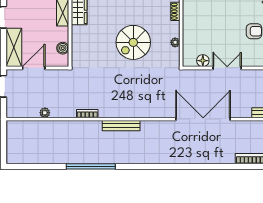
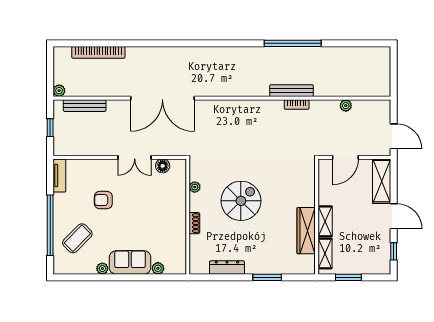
spiral stairs: (133, 42) -> (241, 201), moved
boiler: (63, 48) -> (325, 180), removed
door: (34, 68) -> (345, 157), moved
bench: (121, 126) -> (292, 91), moved

